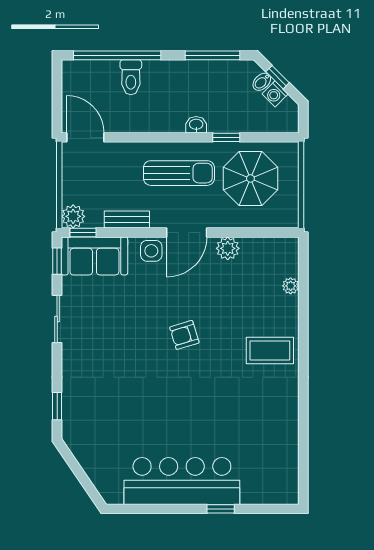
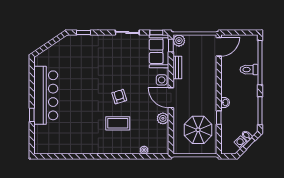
sun lounger: (179, 173) -> (201, 94), removed
coffee table: (270, 351) -> (118, 123), moved, turned 90

